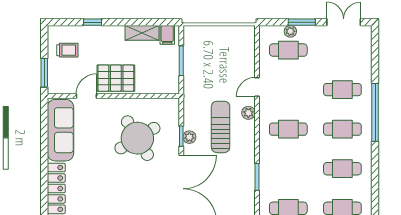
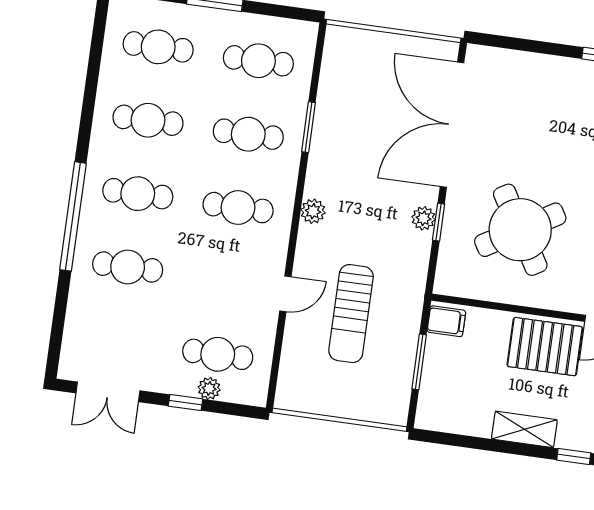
window: (302, 22) -> (186, 403), width x0.67
shelving: (142, 33) -> (524, 429), moved
filing cabinet: (167, 35) -> (446, 321), moved, turned 90
plant: (248, 113) -> (313, 211), moved
sun lounger: (221, 127) -> (351, 314), moved
cafe table: (288, 169) -> (248, 134), added

